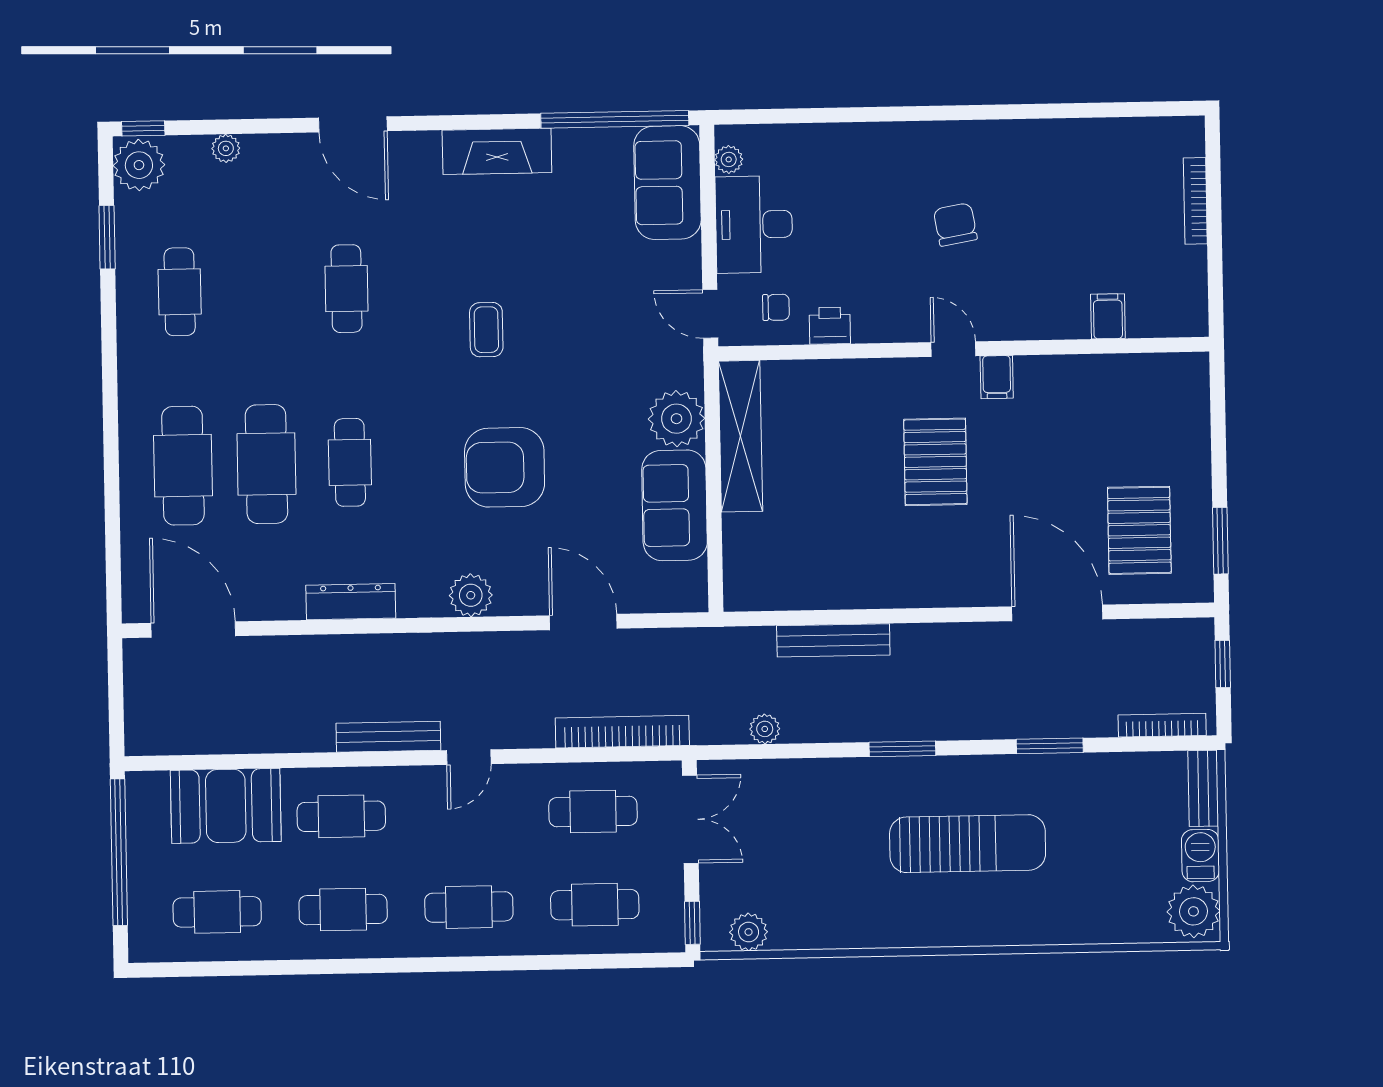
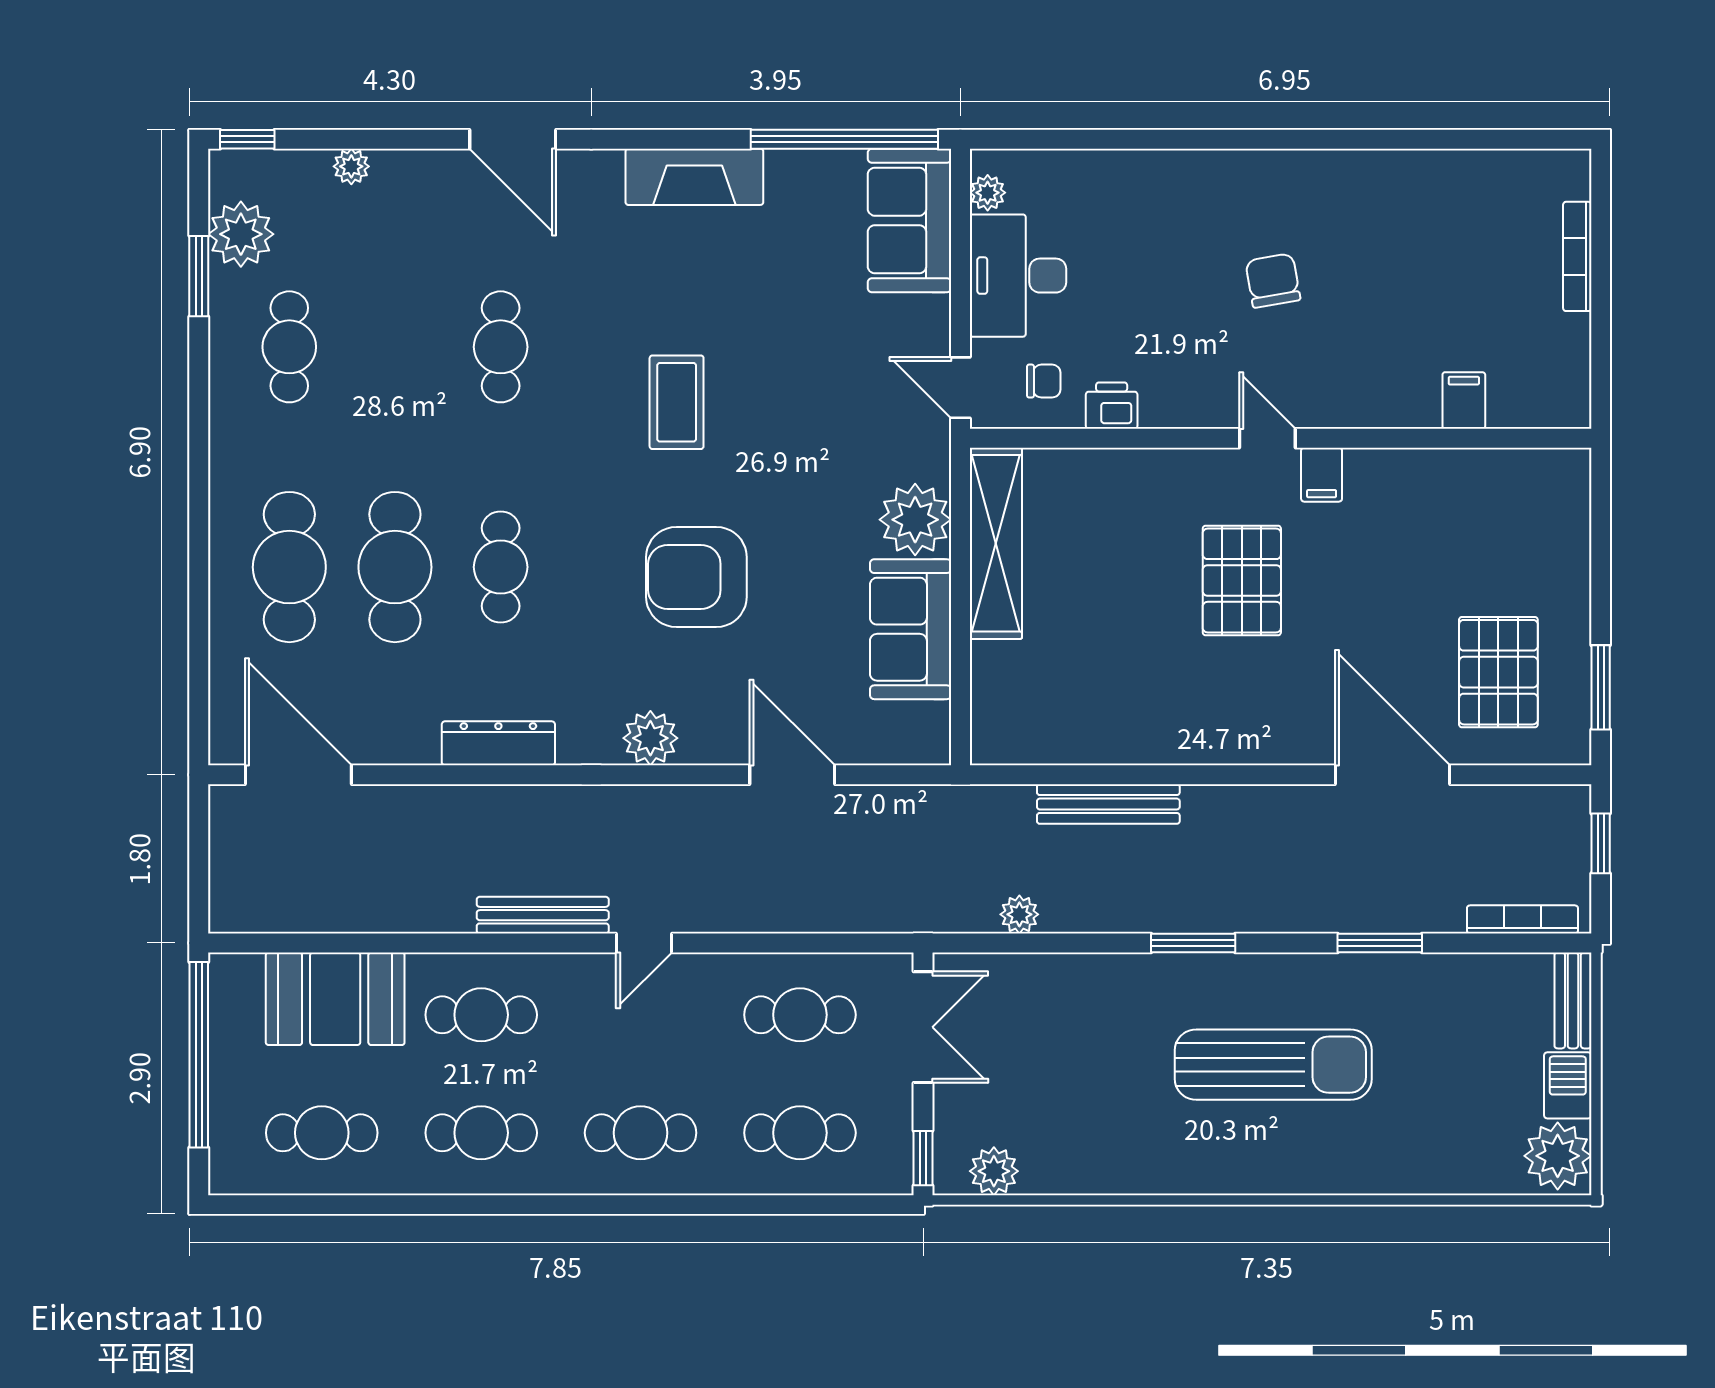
plant: (139, 165) -> (241, 234), moved
coffee table: (486, 330) -> (677, 402), width x1.36, depth x1.30
bookcase: (622, 732) -> (839, 914), removed

